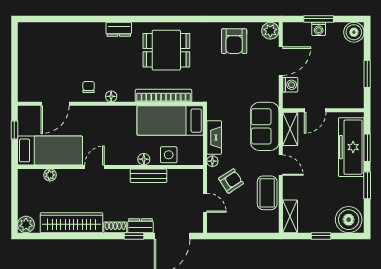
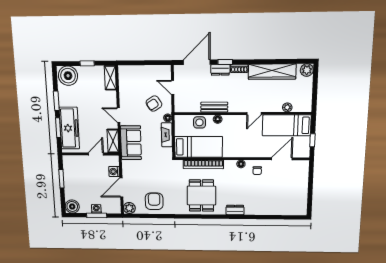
dining table: (166, 50) -> (201, 196), turned 90
coffee table: (267, 193) -> (128, 95), removed

